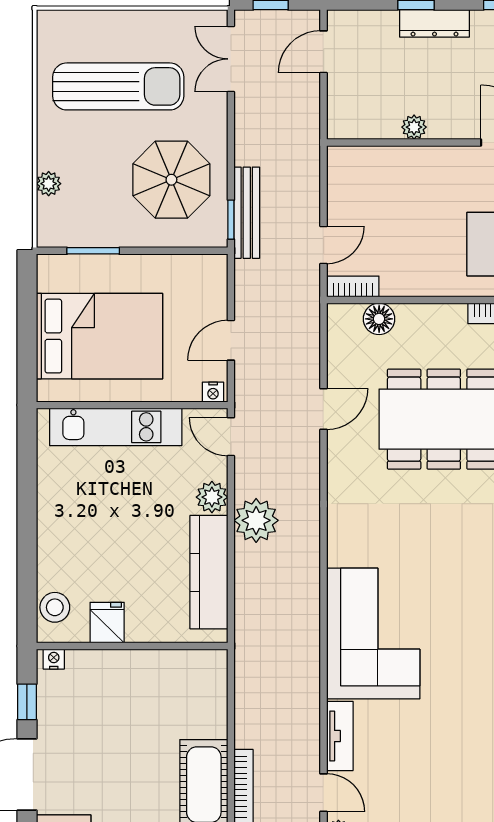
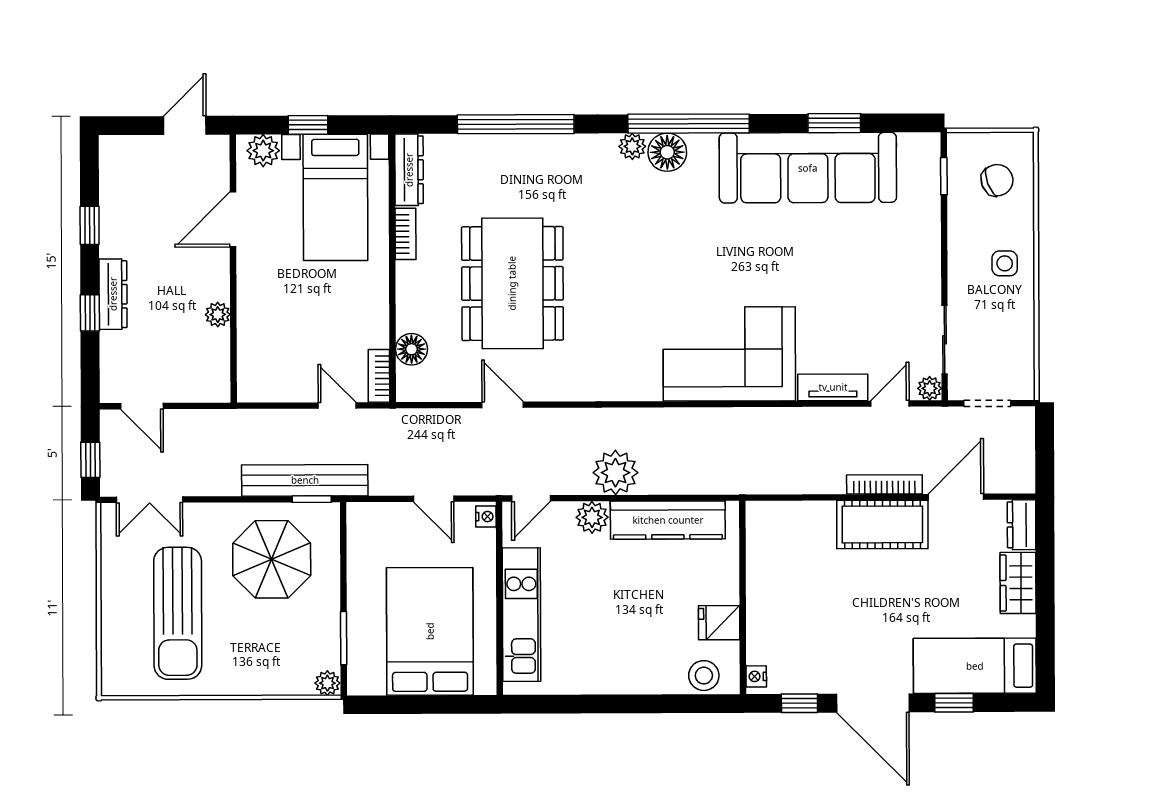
sun lounger: (118, 86) -> (178, 613), turned 180
plant: (49, 184) -> (327, 683), moved
bench: (247, 213) -> (305, 480), width x1.37, depth x1.21

